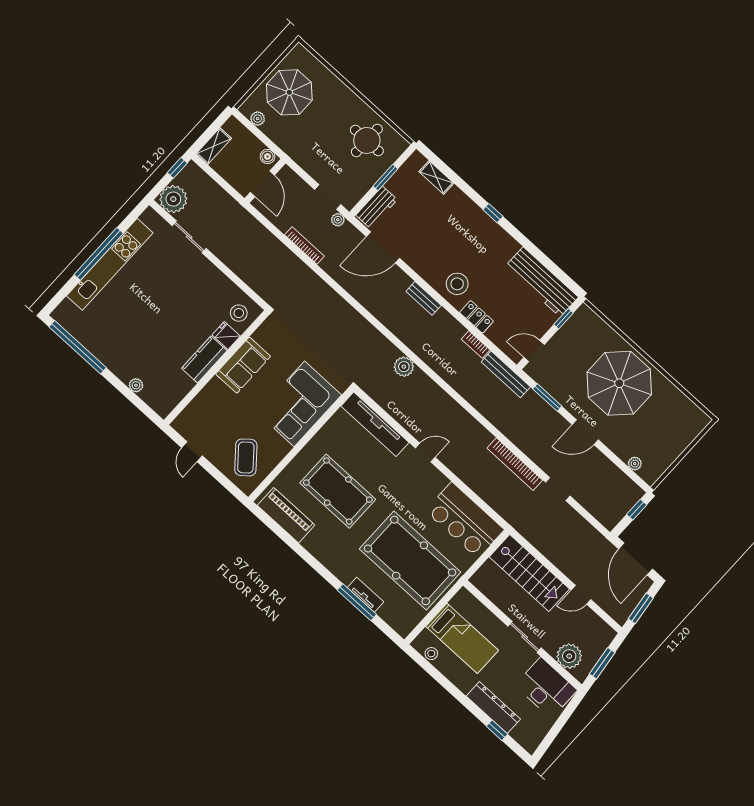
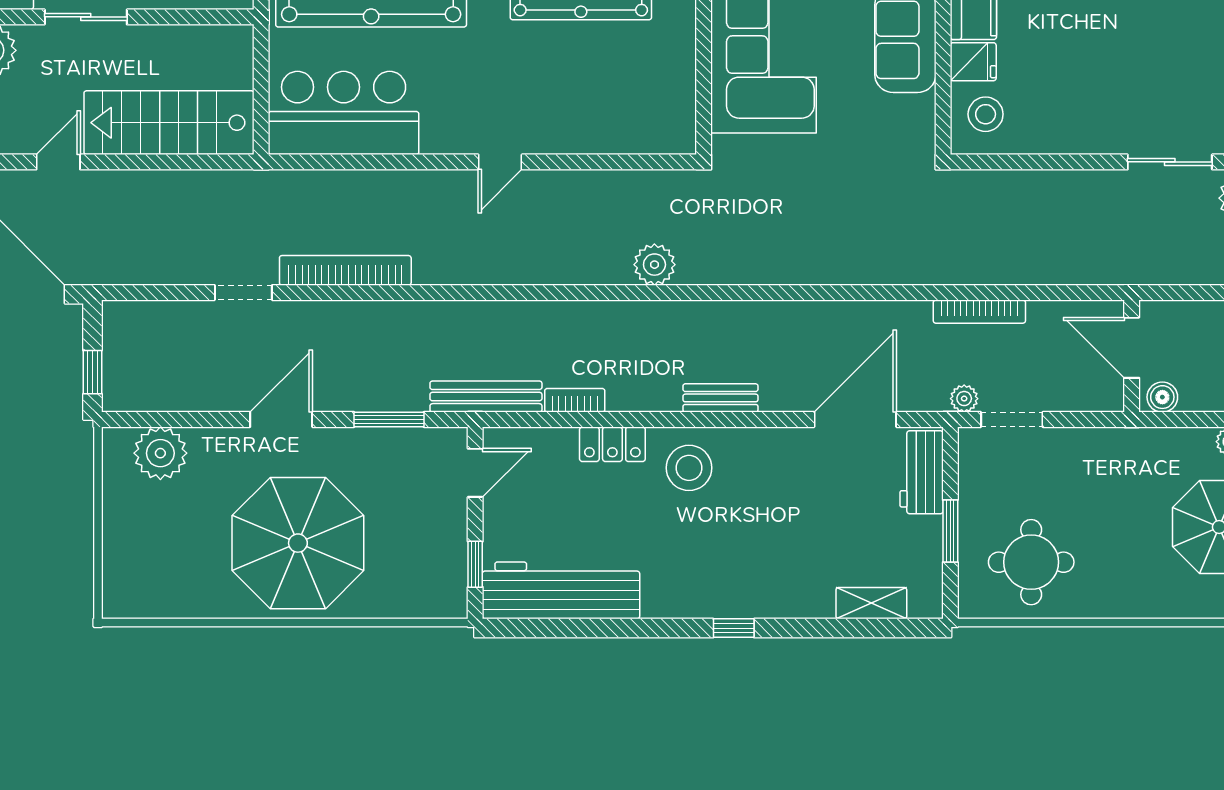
tv unit: (375, 424) -> (618, 135), removed
plant: (635, 464) -> (160, 453), width x1.88, depth x1.88

